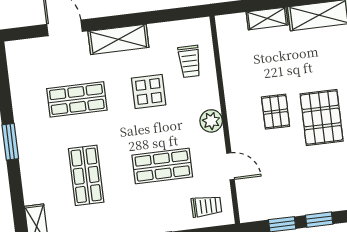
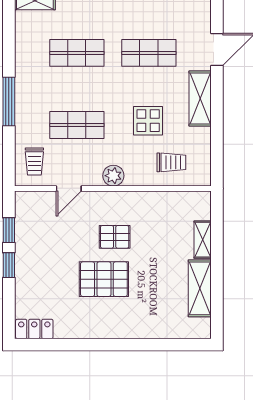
trolley: (190, 61) -> (171, 162), turned 180
shop shelf: (77, 99) -> (149, 53), turned 90
shop shelf: (162, 166) -> (77, 125), turned 90

